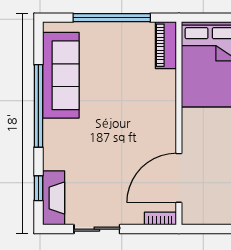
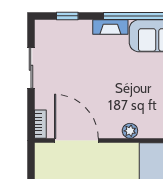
plant: (168, 118) -> (130, 131), added
fireplace: (54, 198) -> (110, 27), moved, width x0.73, depth x0.76

